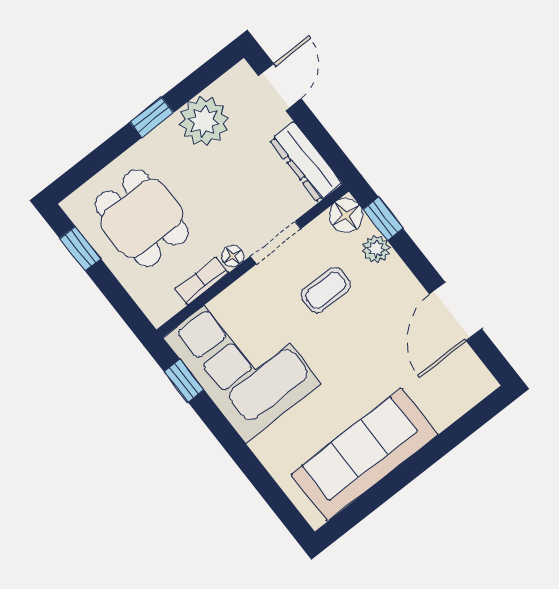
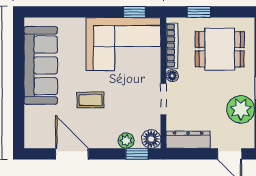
window: (80, 249) -> (199, 12), moved
bookcase: (202, 281) -> (172, 46), width x1.56
coffee table: (326, 290) -> (90, 100), moved, turned 90

